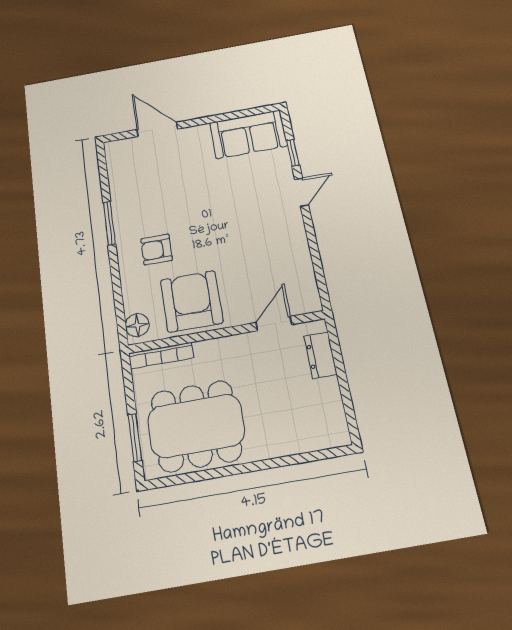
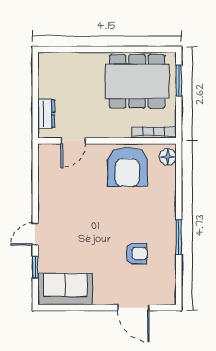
armchair: (157, 250) -> (136, 254), moved

